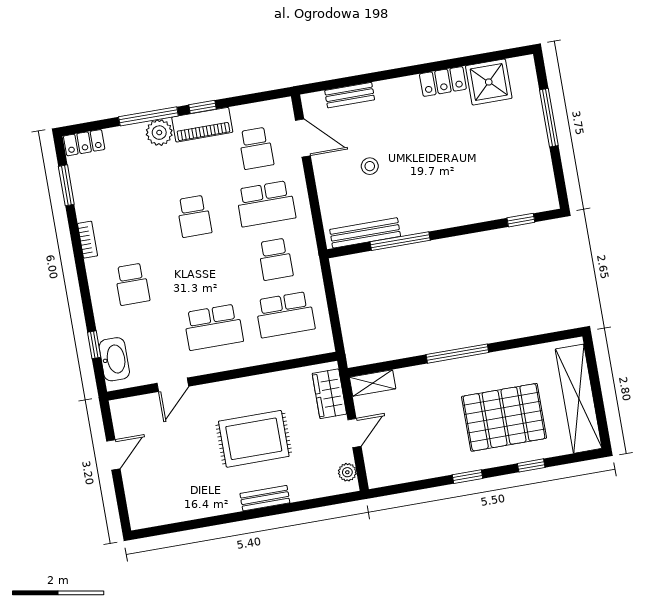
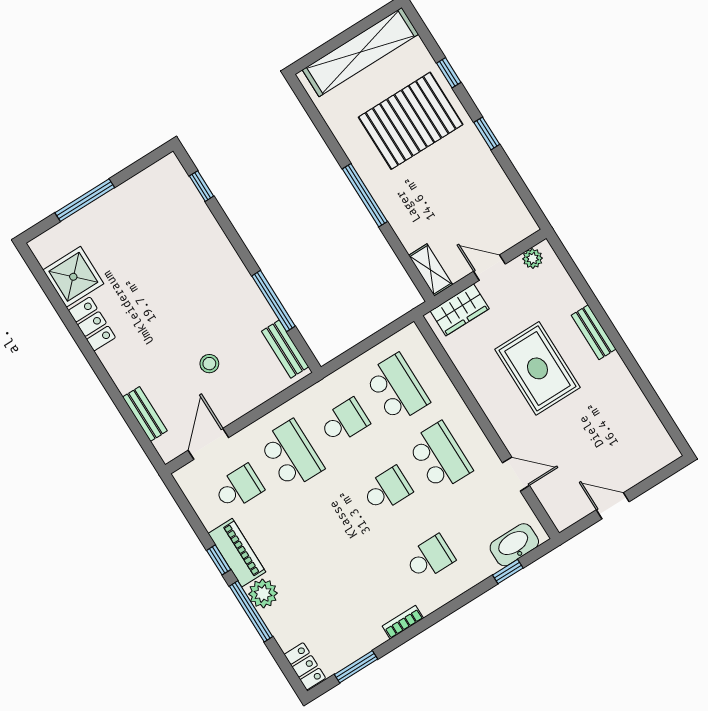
school desk: (194, 216) -> (387, 490), moved
bench: (365, 233) -> (285, 349), width x0.73
pallet: (504, 417) -> (411, 121), turned 90

